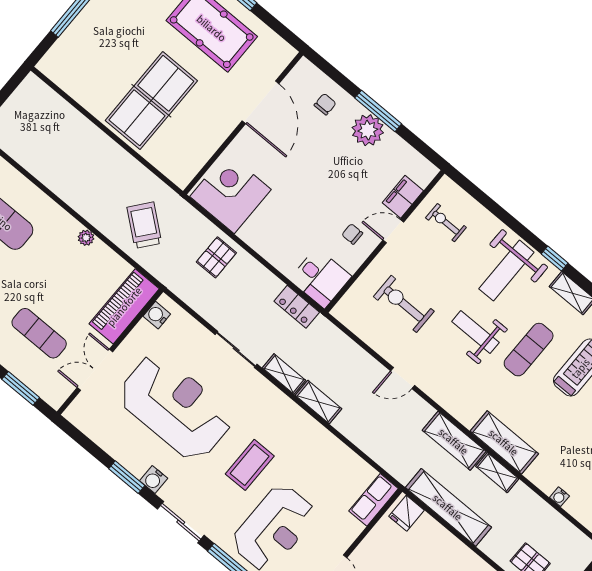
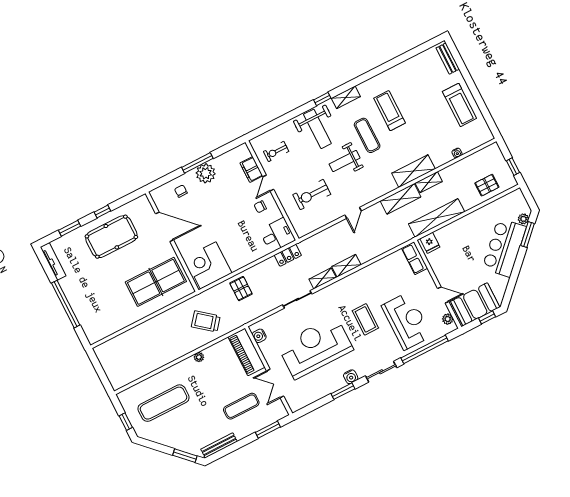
table tennis table: (151, 101) -> (156, 282), moved, turned 90

